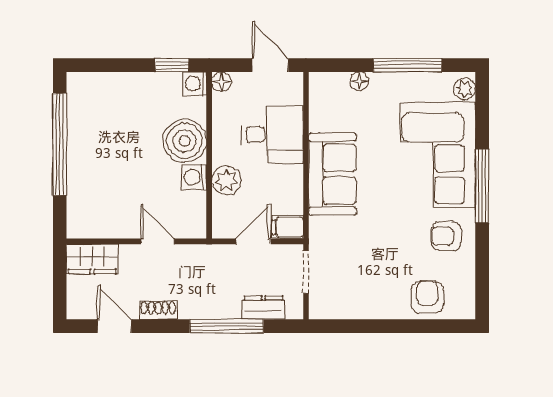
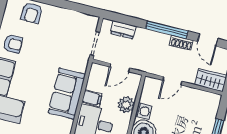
filing cabinet: (288, 227) -> (92, 98), moved
door: (158, 241) -> (172, 81), hinge flipped
window: (227, 326) -> (167, 30), moved

